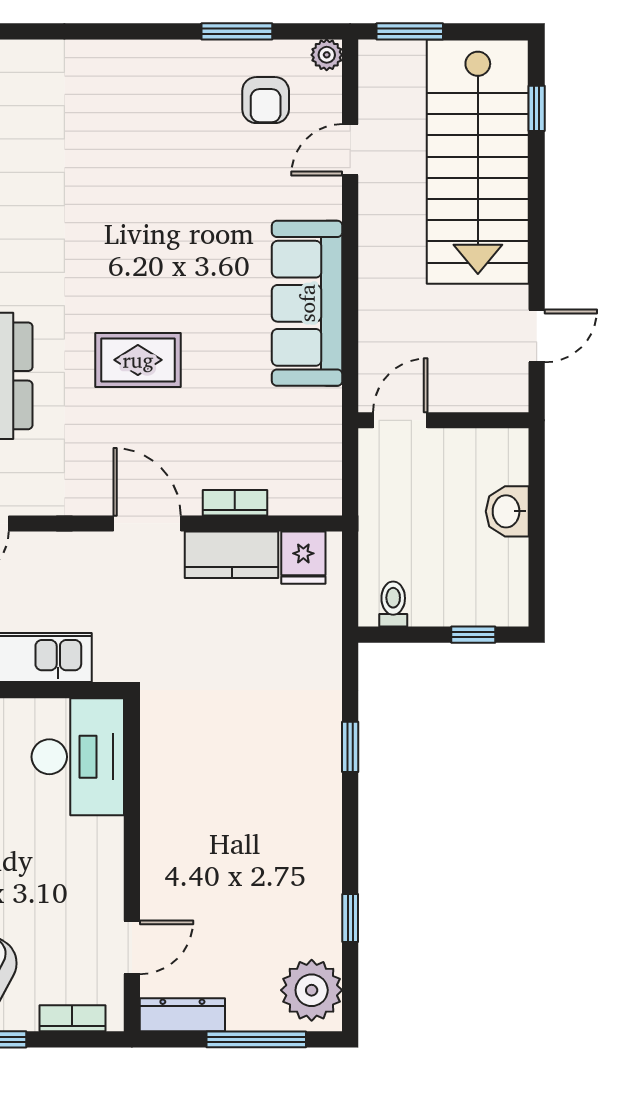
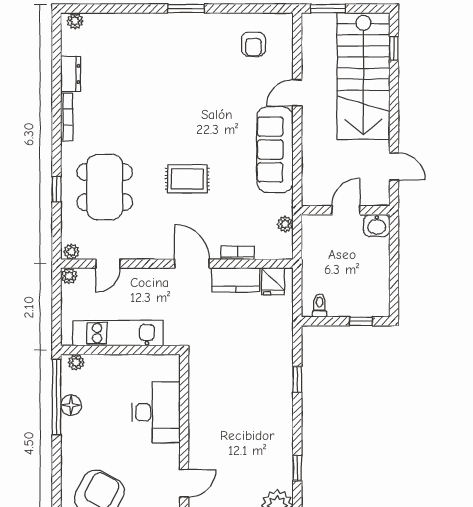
window: (237, 31) -> (186, 9), moved
plant: (327, 55) -> (285, 224), moved
door: (350, 150) -> (297, 93), moved
door: (537, 336) -> (394, 166), hinge flipped
door: (400, 420) -> (346, 210), moved
washbasin: (507, 511) -> (377, 225), moved, turned -90
desk: (78, 757) -> (156, 412), moved

